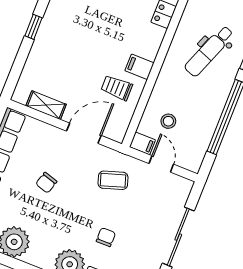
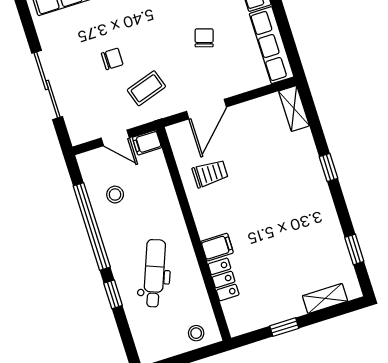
filing cabinet: (139, 67) -> (217, 247), moved
shelving: (46, 105) -> (294, 108), moved, turned 90
stool: (168, 121) -> (115, 195), moved
chair: (106, 237) -> (112, 59), moved, turned -90

